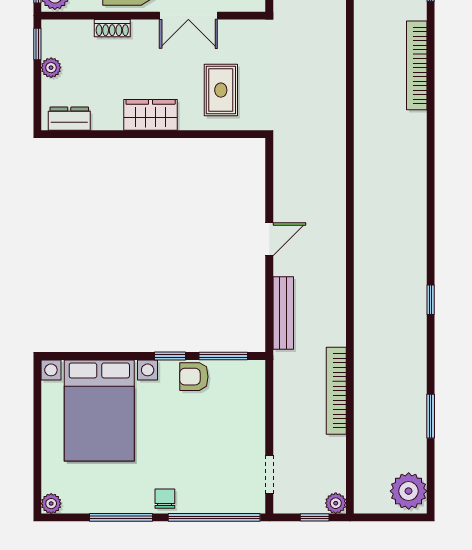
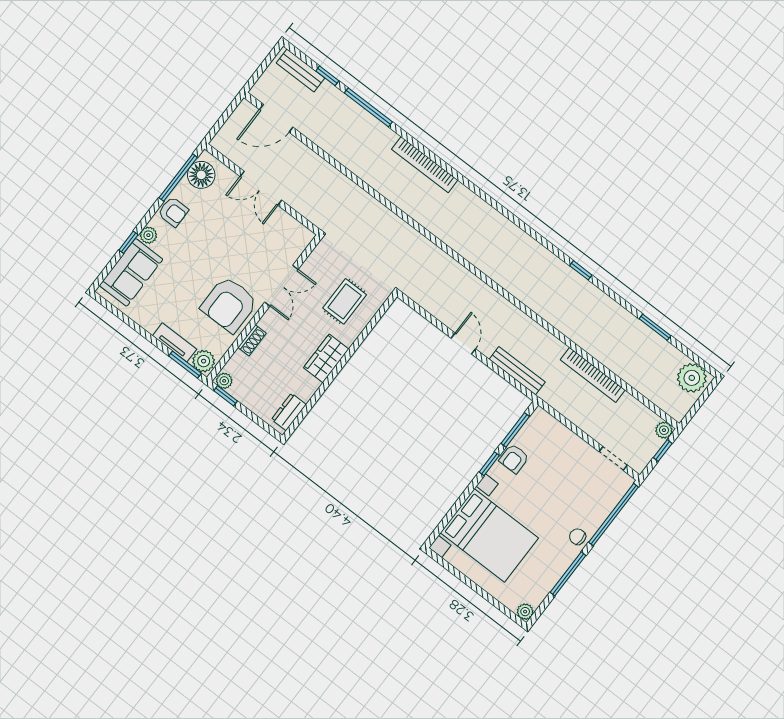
plant: (51, 68) -> (224, 381), moved
rug: (221, 90) -> (345, 301), turned 90

